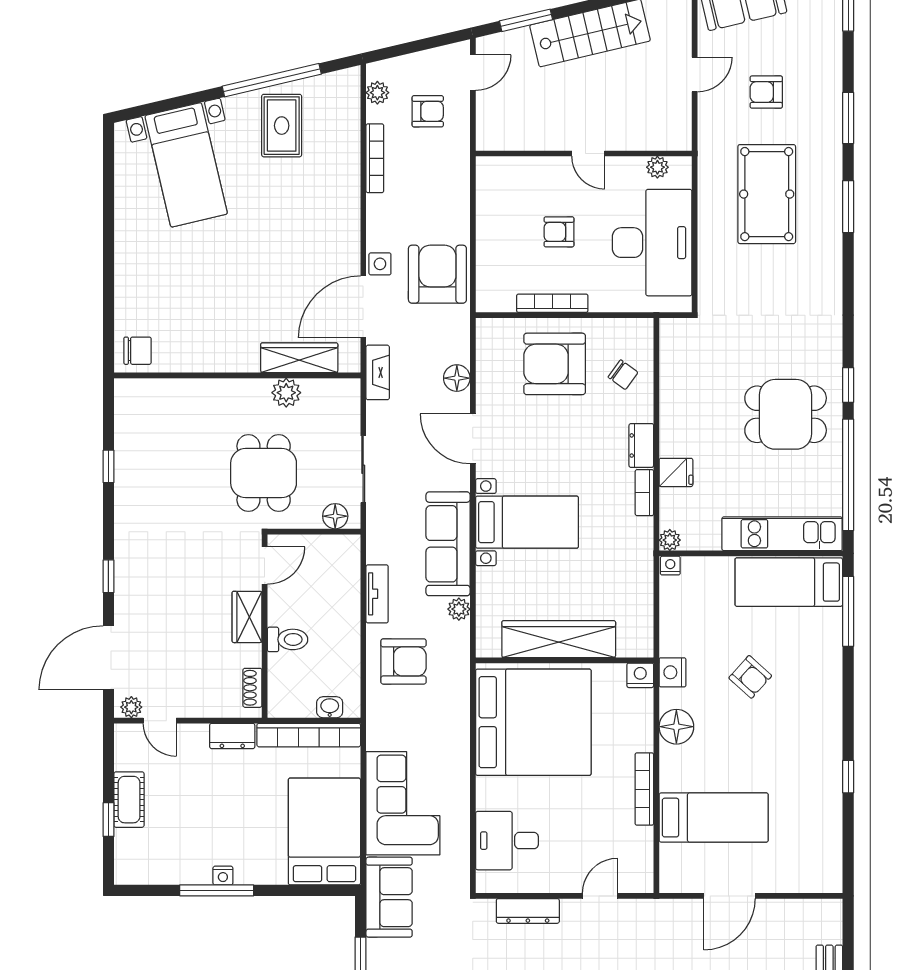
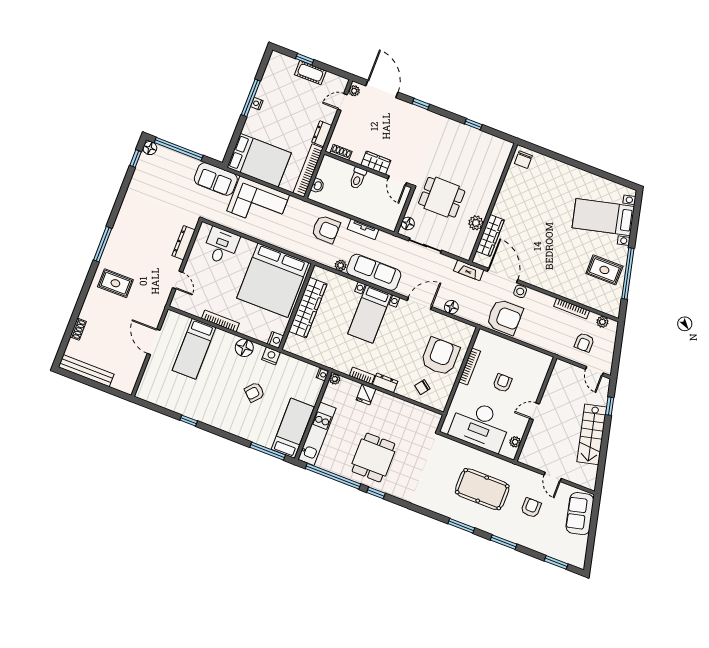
window: (526, 20) -> (610, 406), width x0.67
armchair: (403, 661) -> (326, 229), turned -90

